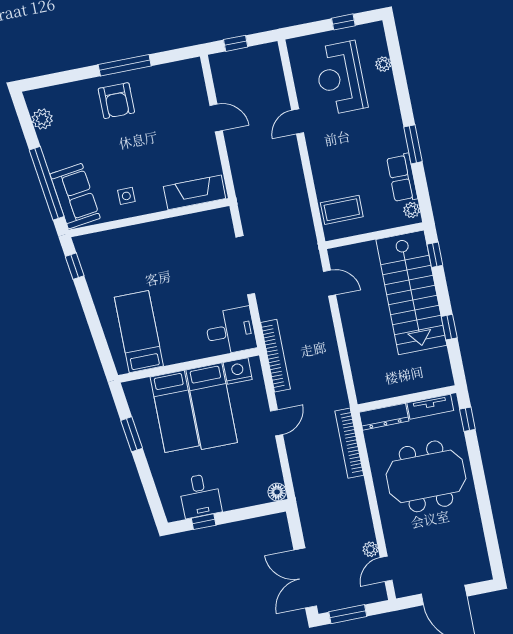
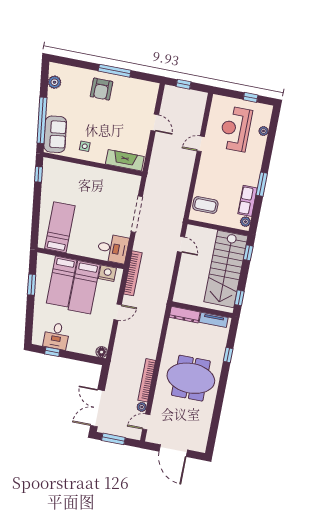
wall: (407, 399) -> (202, 310), moved
tv unit: (430, 407) -> (214, 320), moved
dresser: (384, 417) -> (185, 315), moved
bookcase: (349, 443) -> (147, 380), moved

